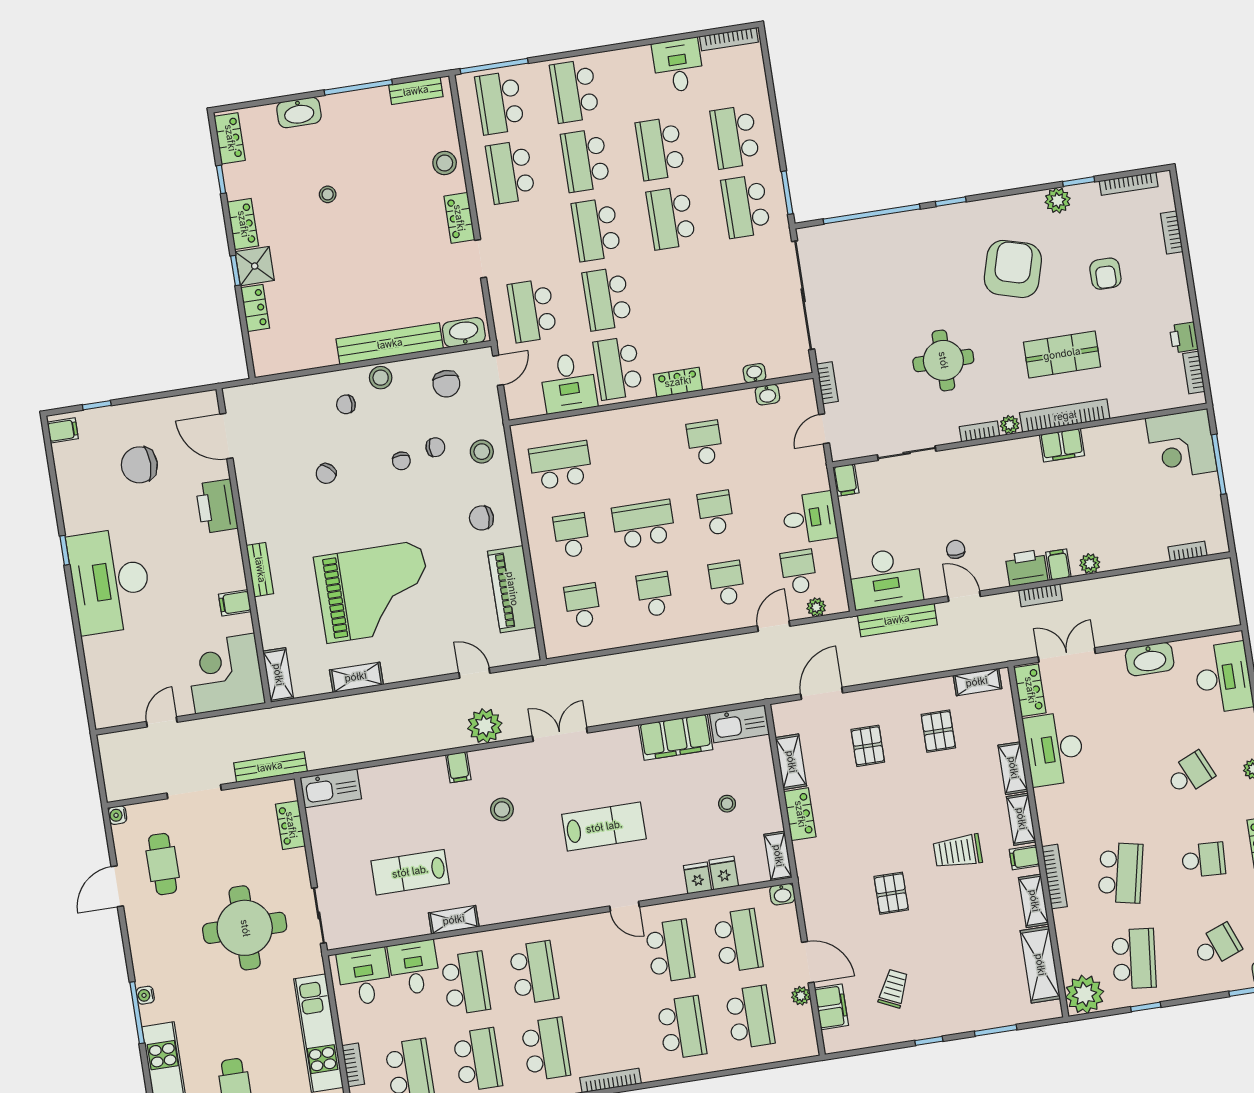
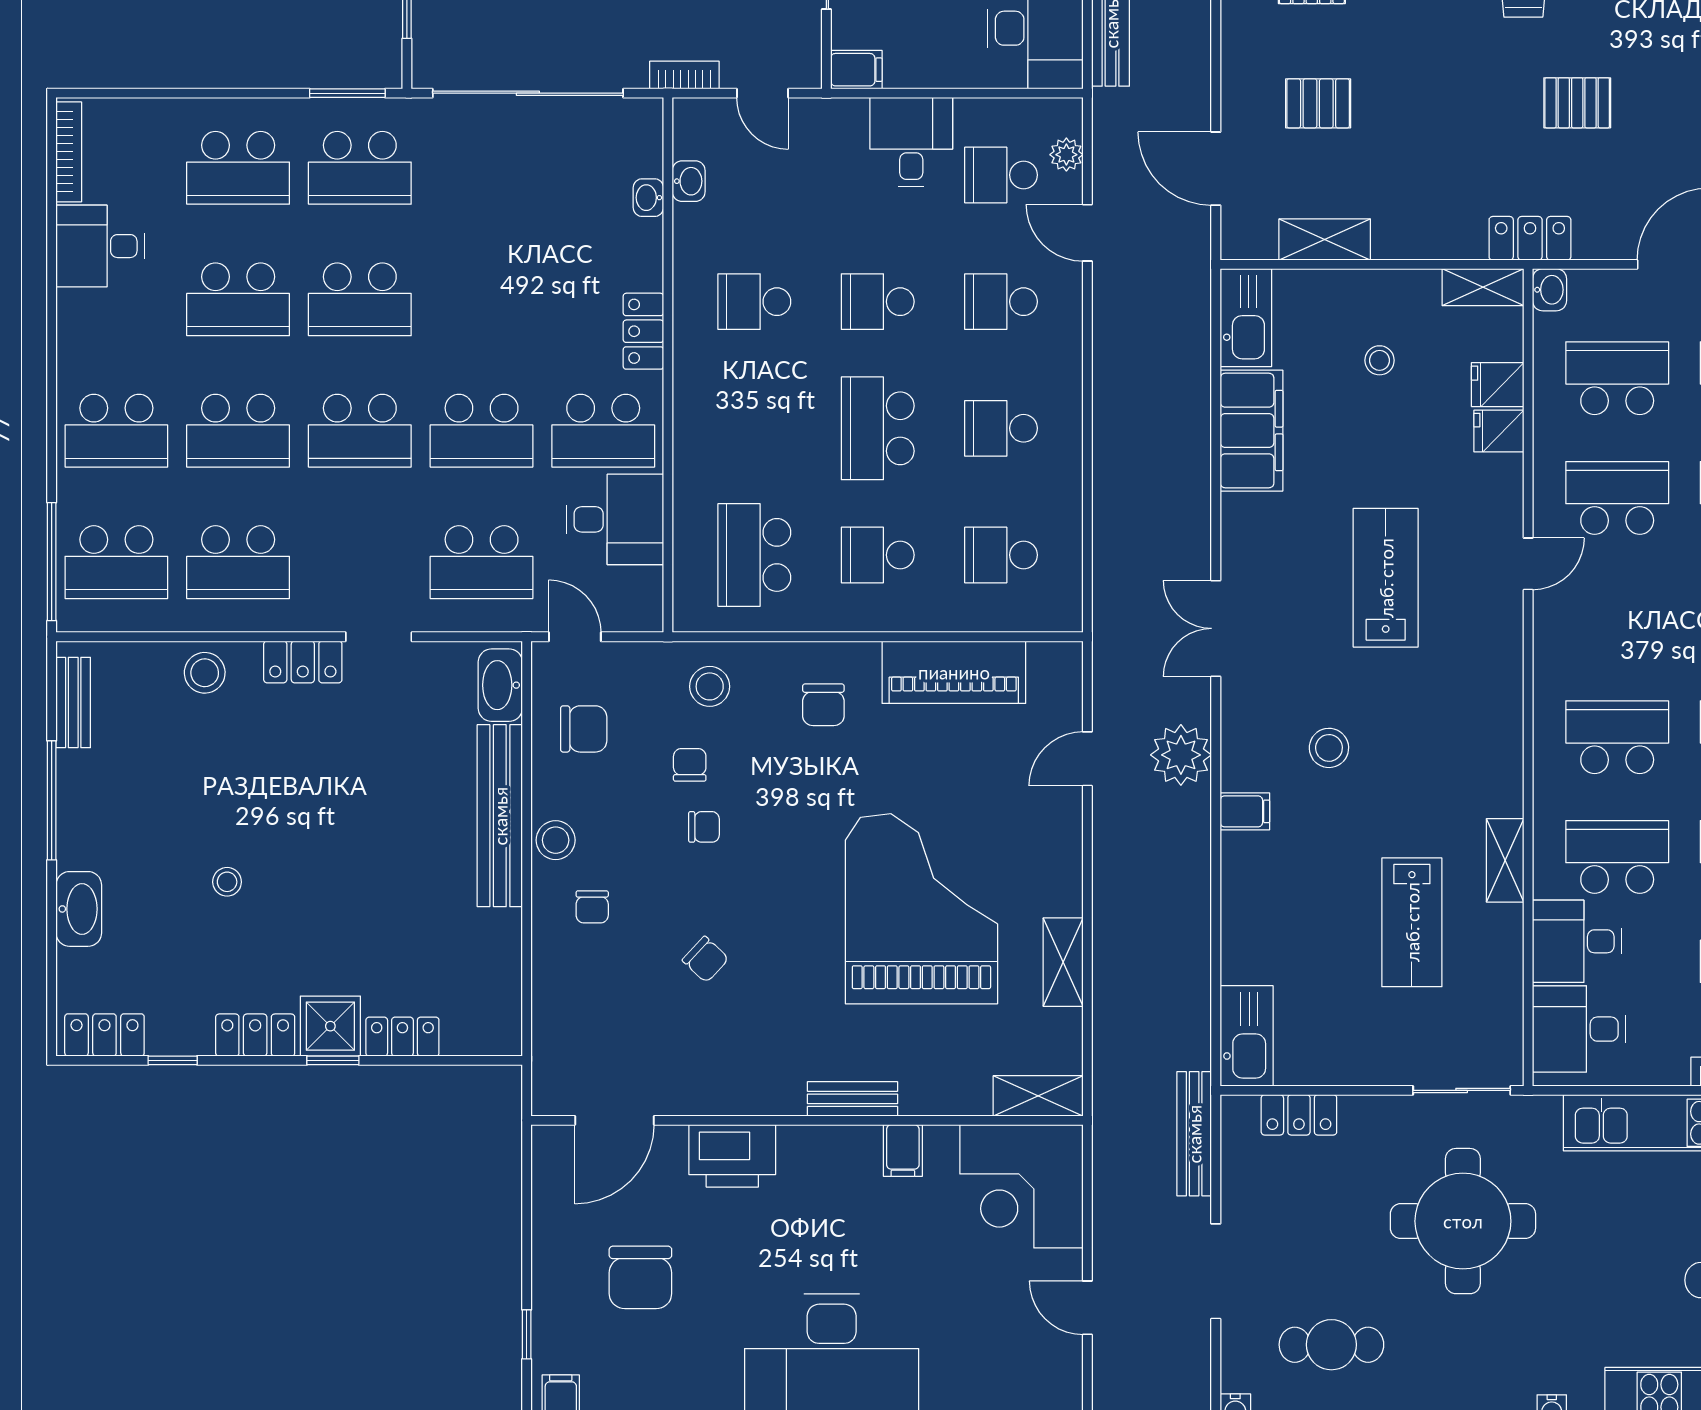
locker: (800, 814) -> (1530, 238), moved

